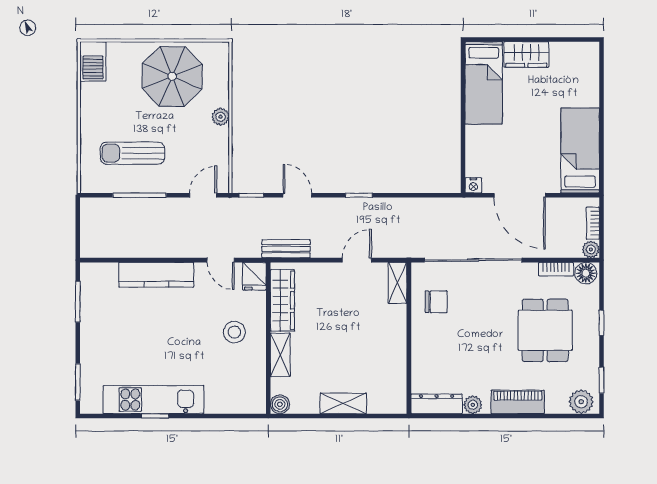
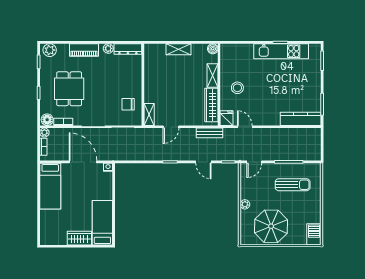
kitchen counter: (156, 275) -> (301, 119), moved

